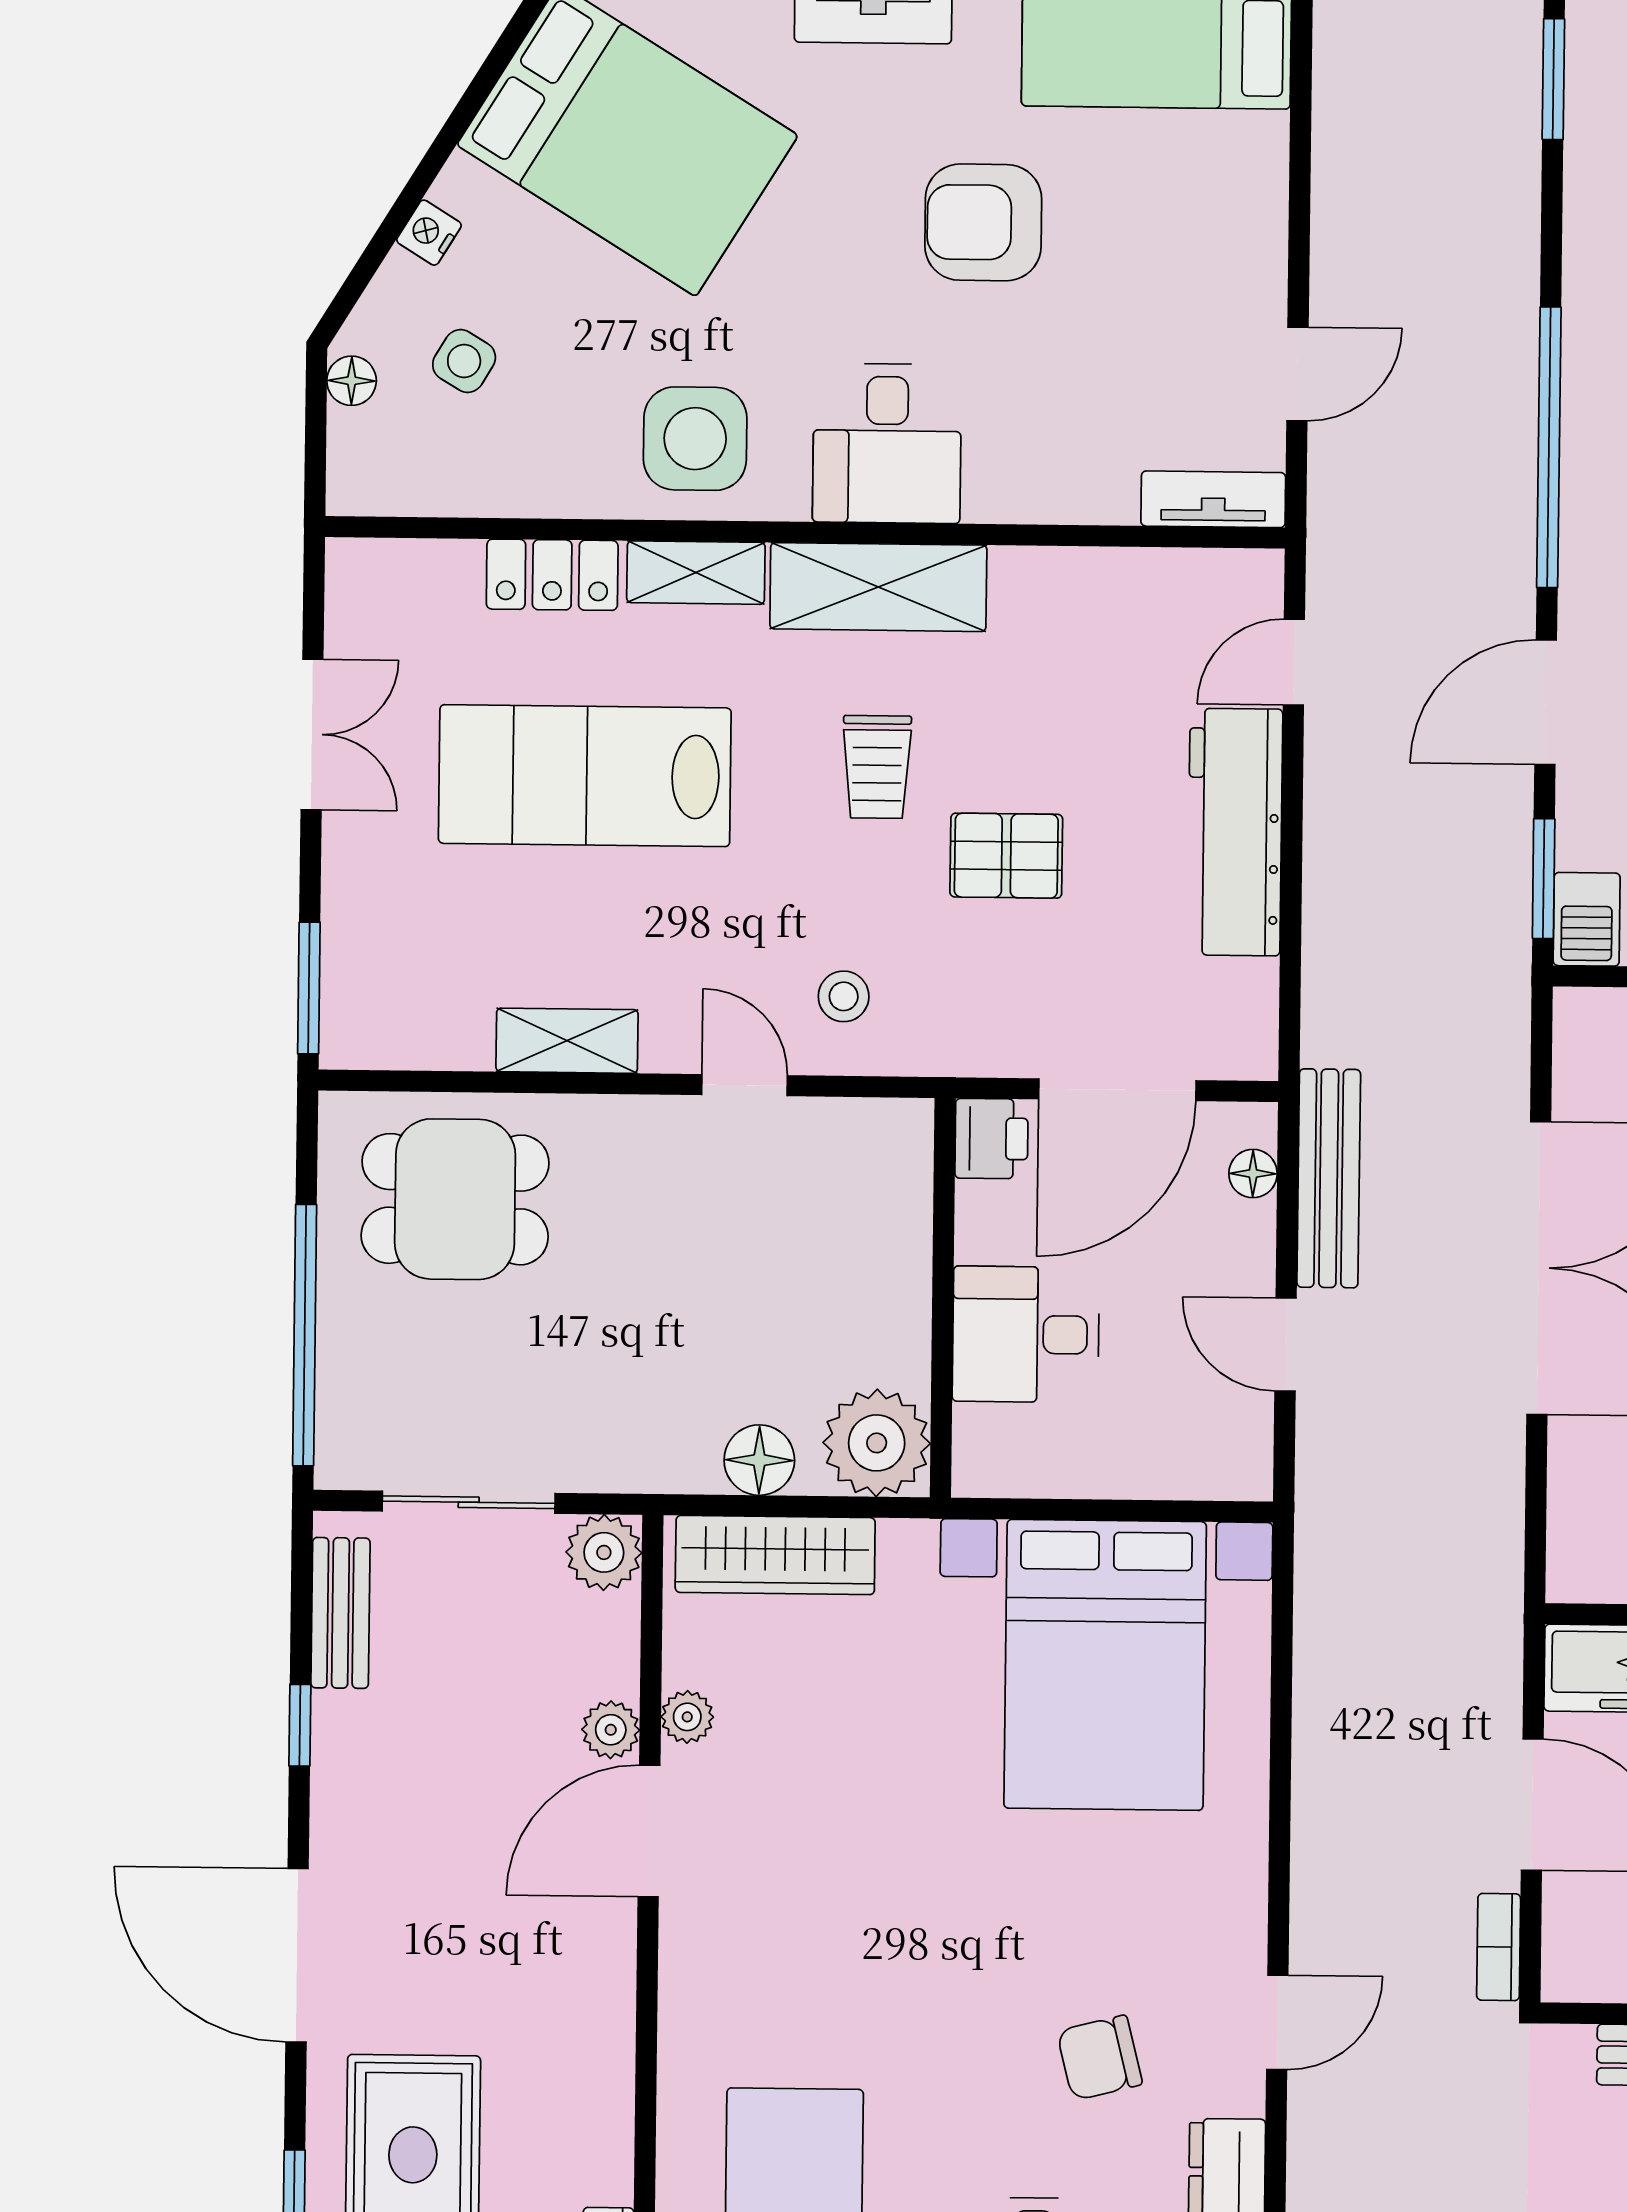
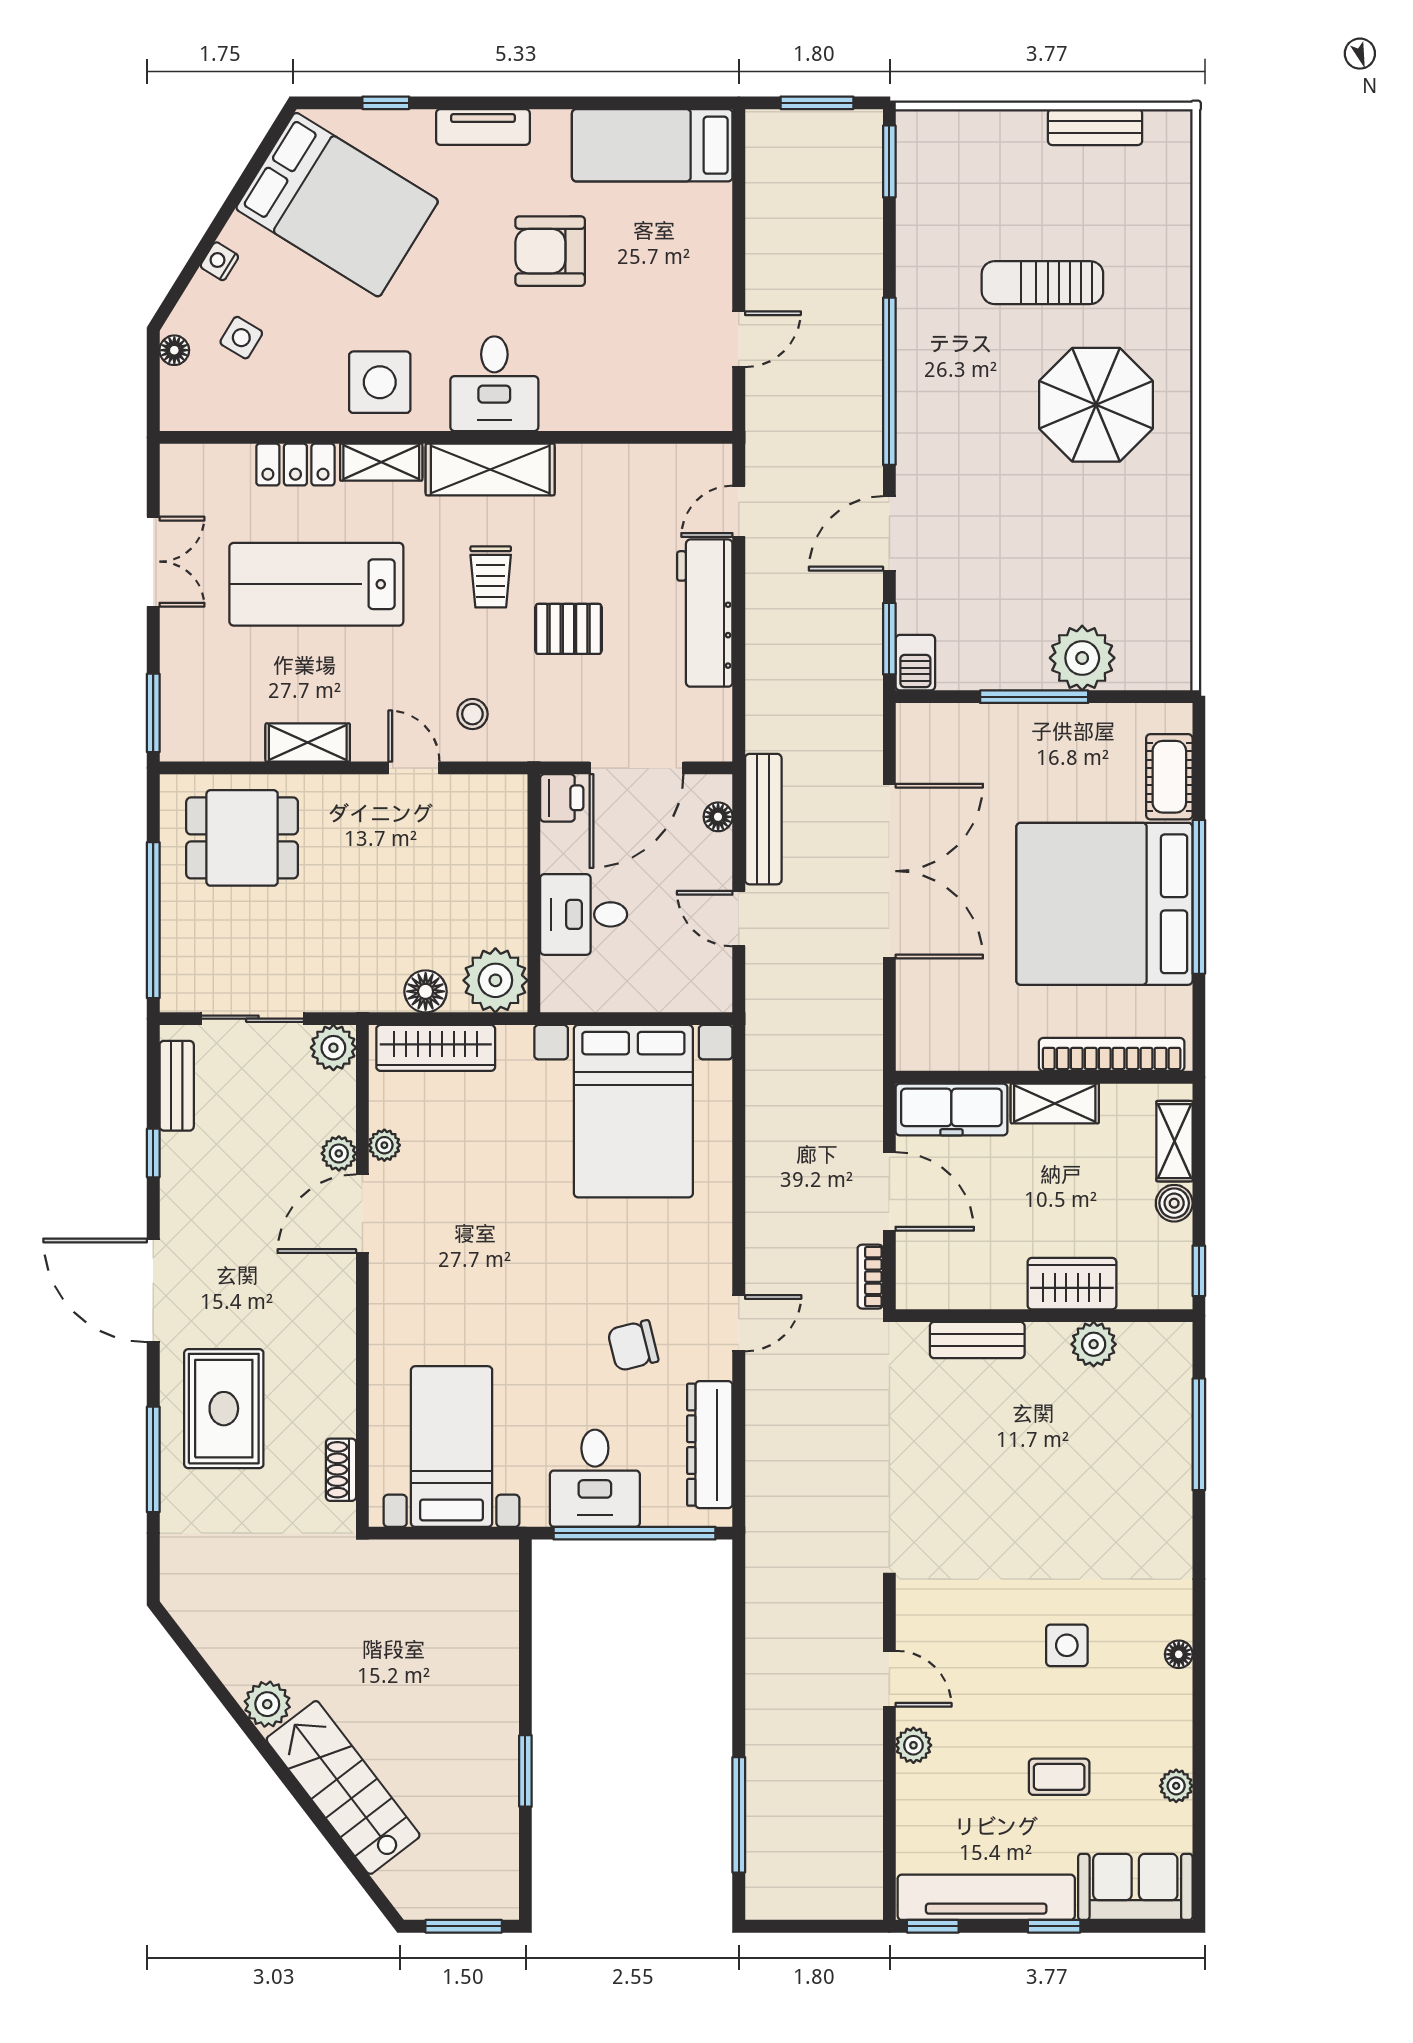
tv unit: (1213, 499) -> (689, 415), removed

